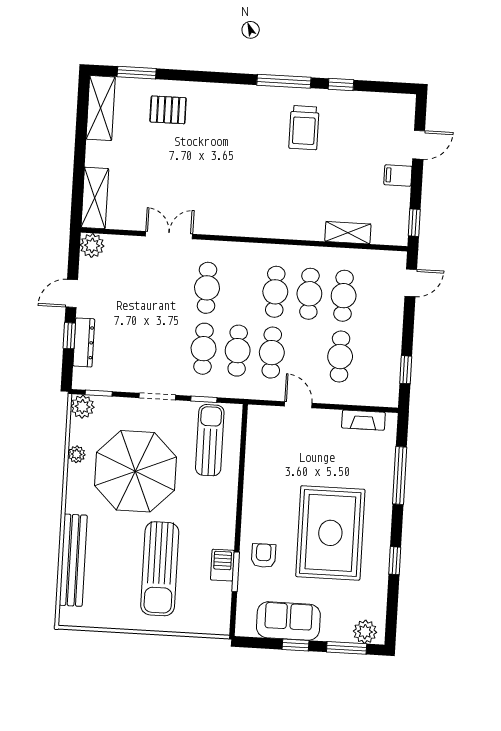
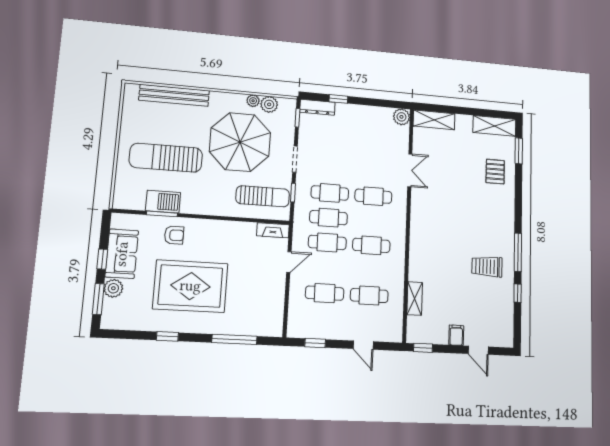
door: (411, 283) -> (363, 345), moved
door: (72, 293) -> (368, 102), removed
cafe table: (309, 294) -> (370, 270), removed
dresser: (84, 342) -> (317, 107), moved
plant: (82, 407) -> (269, 104), moved
fireplace: (363, 420) -> (273, 230), moved, turned -90
barbecue: (222, 565) -> (163, 202), width x1.38, depth x1.27
plant: (365, 632) -> (113, 288), moved

